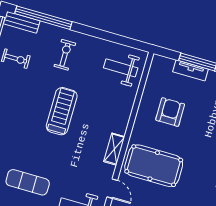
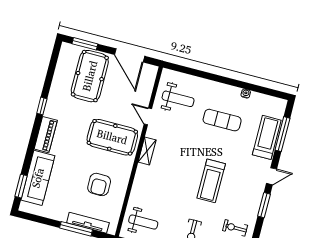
tv unit: (190, 70) -> (88, 223), width x1.41
treadmill: (62, 111) -> (211, 181), moved

